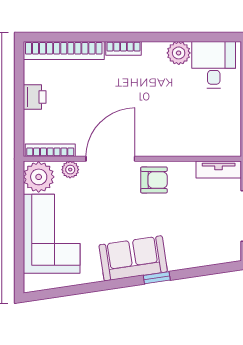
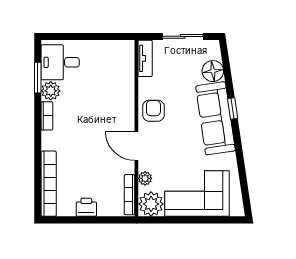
window: (195, 37) -> (38, 78), added
bookcase: (123, 48) -> (47, 116), moved
door: (110, 159) -> (136, 146), width x0.73
floor lamp: (203, 253) -> (213, 71), added
sofa: (133, 258) -> (216, 118), width x1.36

